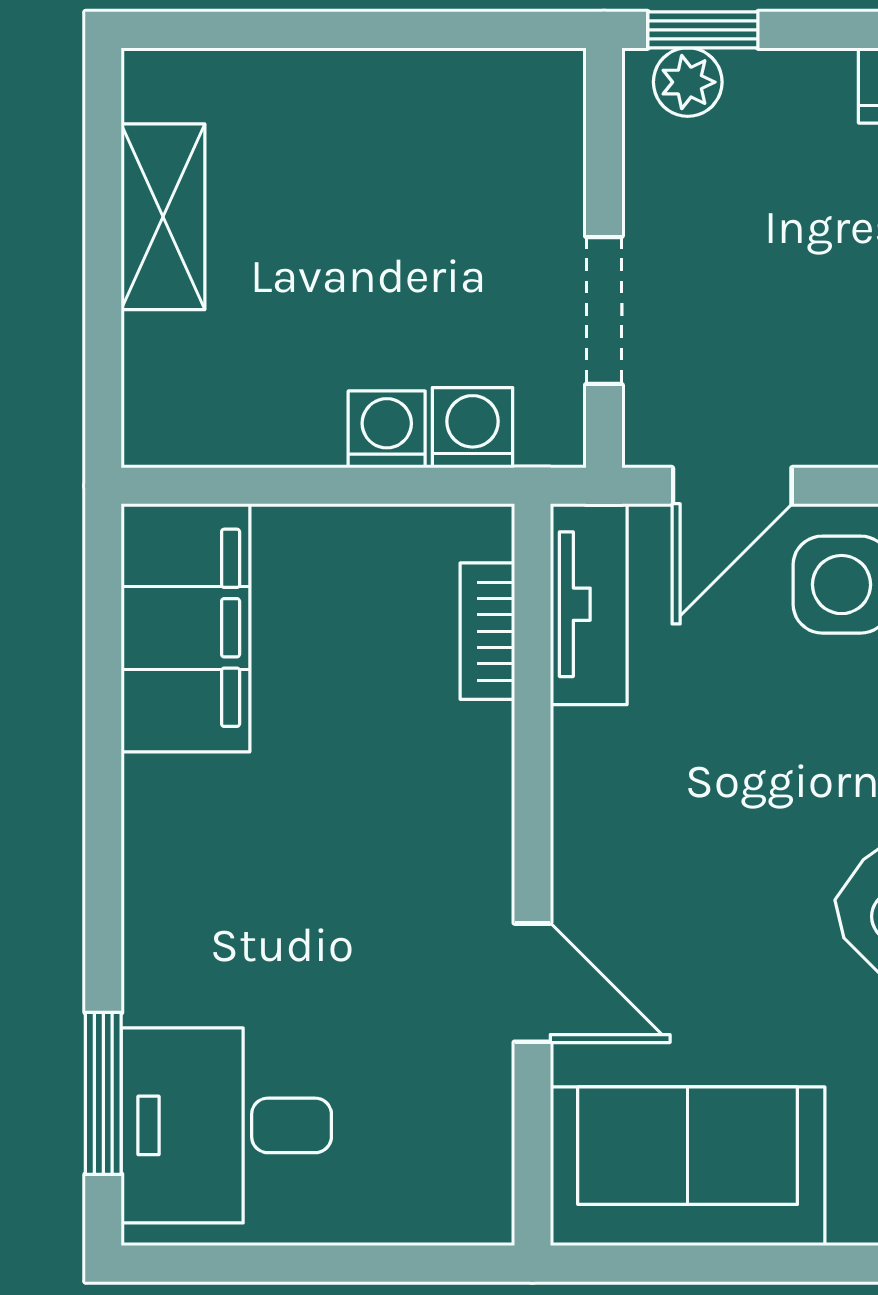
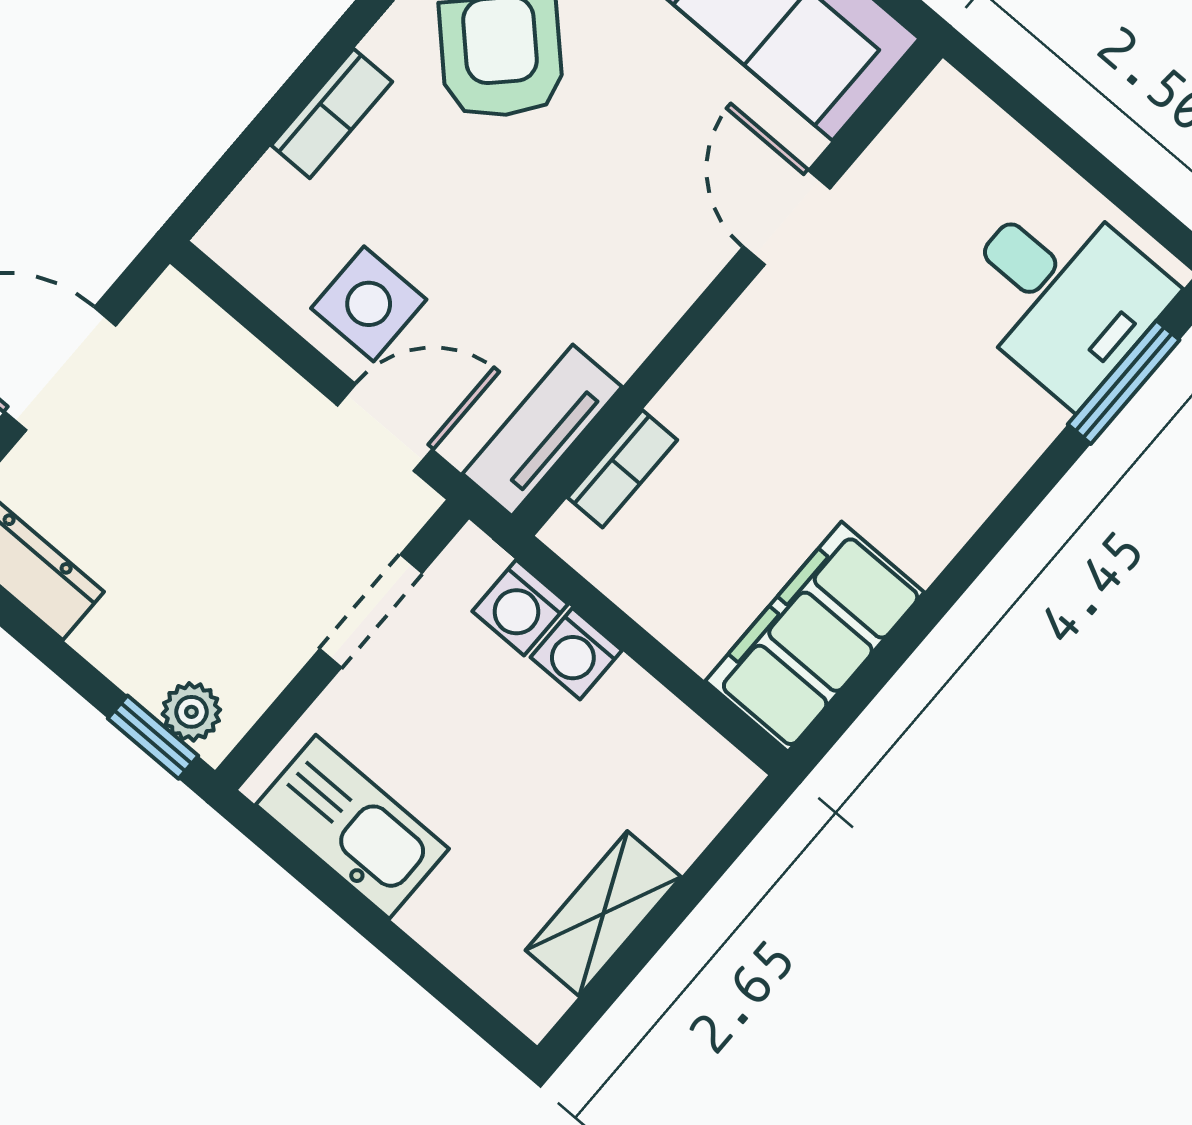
kitchen sink: (455, 102) -> (352, 827), added

